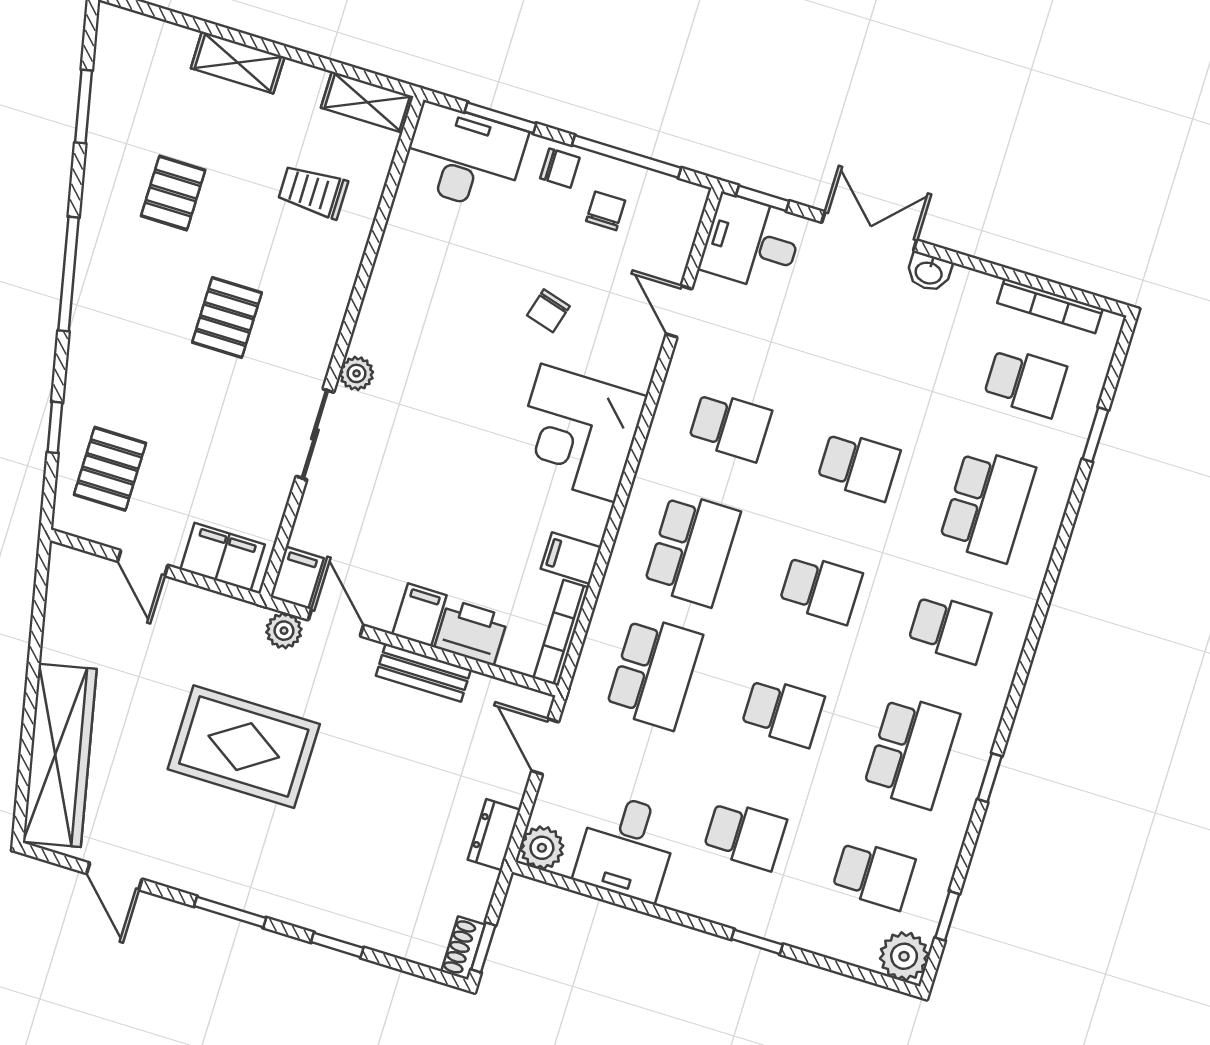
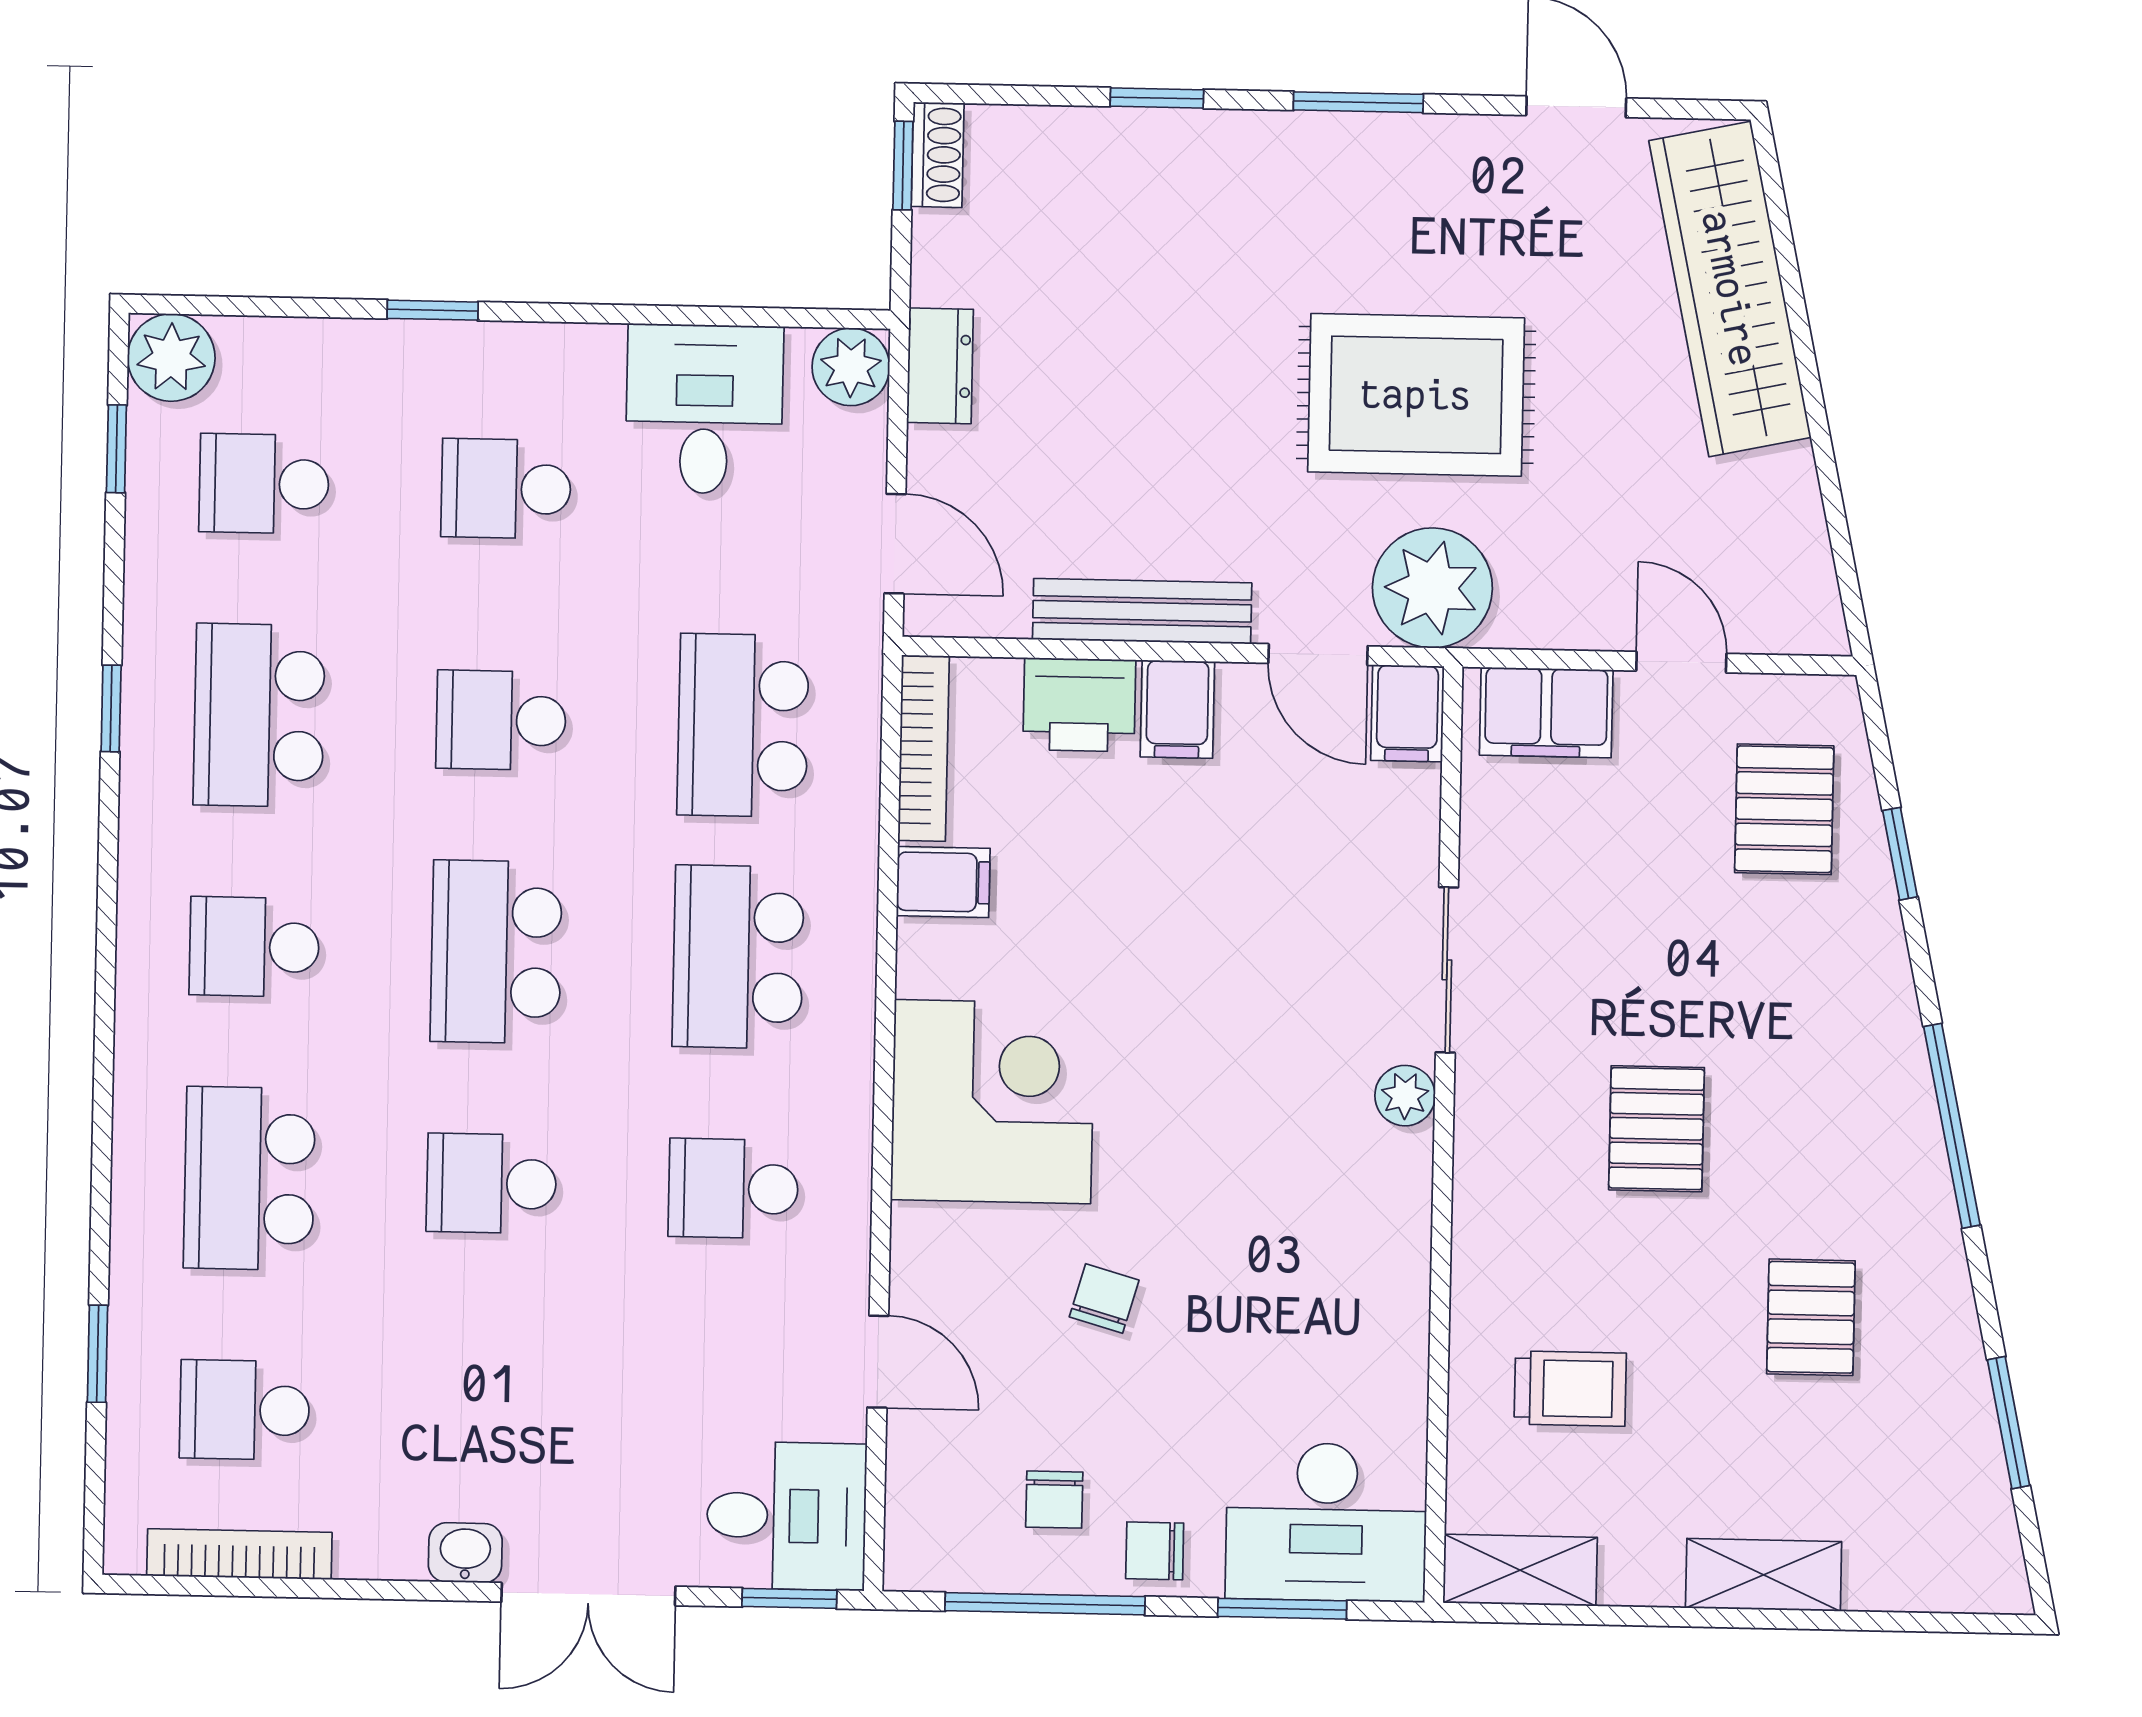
school desk: (821, 589) -> (496, 952), width x1.85
plant: (284, 631) -> (1432, 588), width x1.88, depth x1.88
bench: (423, 673) -> (1142, 611), width x1.36

